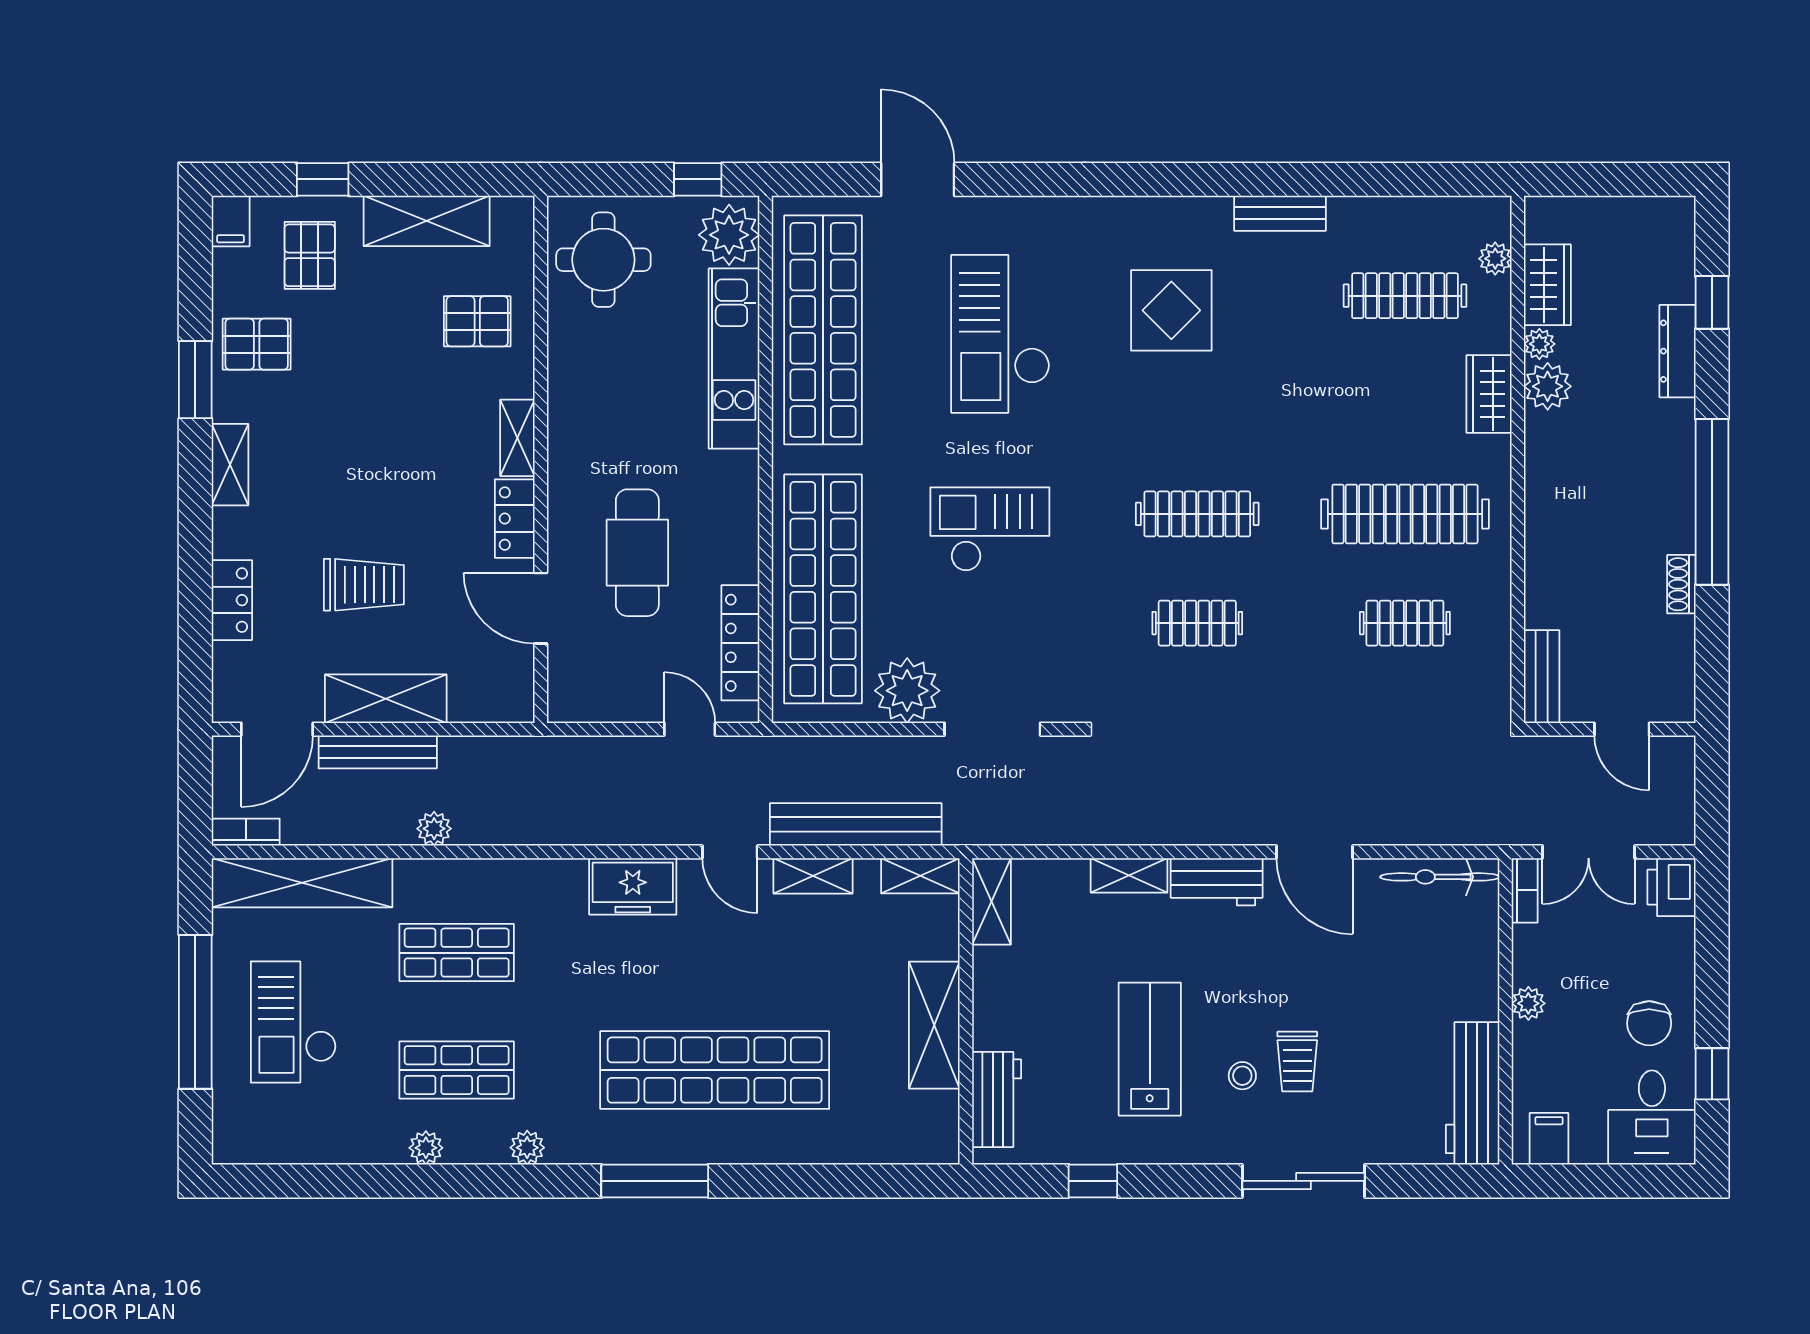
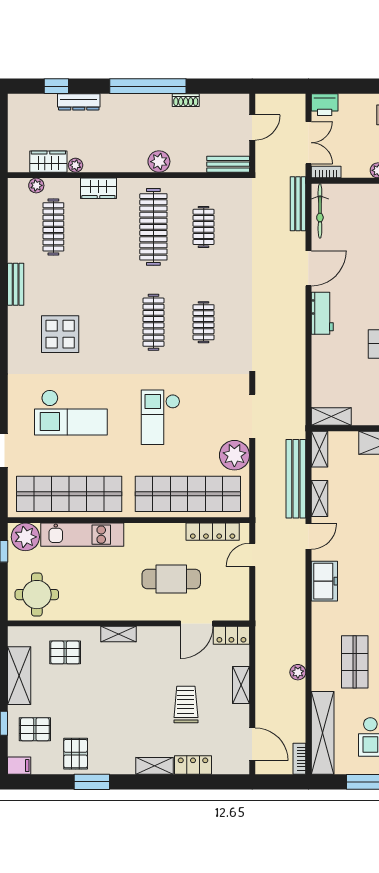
pallet: (477, 321) -> (65, 652), turned 90
plant: (1548, 386) -> (159, 162), moved
shelving: (230, 465) -> (154, 766), moved
locker: (515, 519) -> (231, 635), moved
shelving: (386, 699) -> (241, 685), width x0.67, depth x0.75
bench: (378, 752) -> (298, 204), moved
shelving: (1129, 875) -> (319, 353), removed

